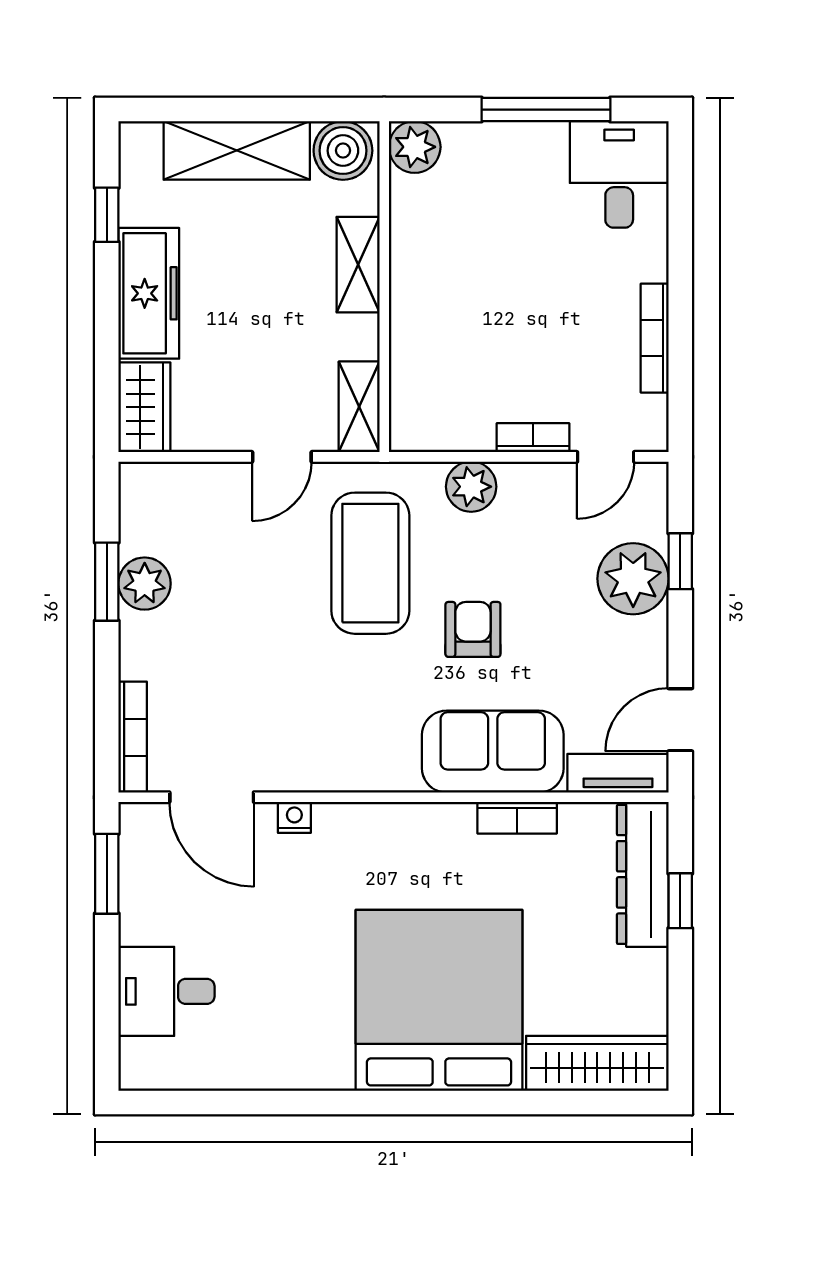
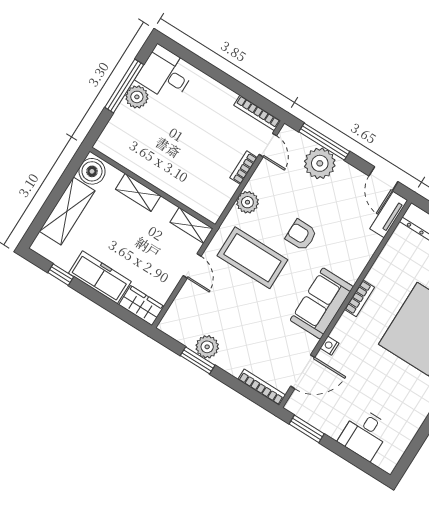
plant: (415, 147) -> (137, 97), moved
bookcase: (655, 338) -> (257, 113), moved
window: (680, 561) -> (324, 142), width x2.17
sofa: (493, 752) -> (322, 303), moved
bookcase: (517, 818) -> (359, 298), moved

